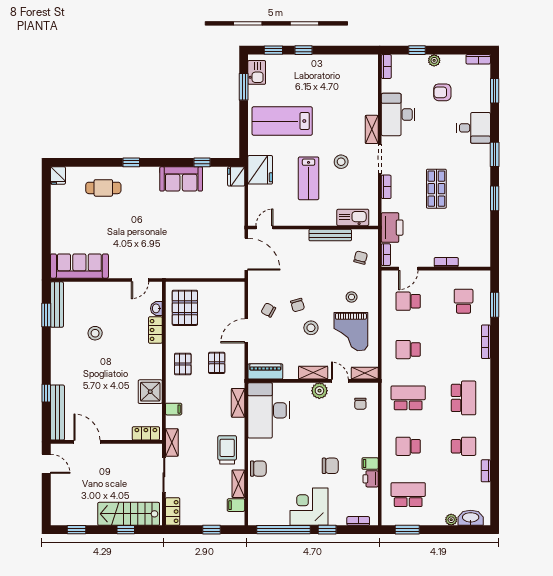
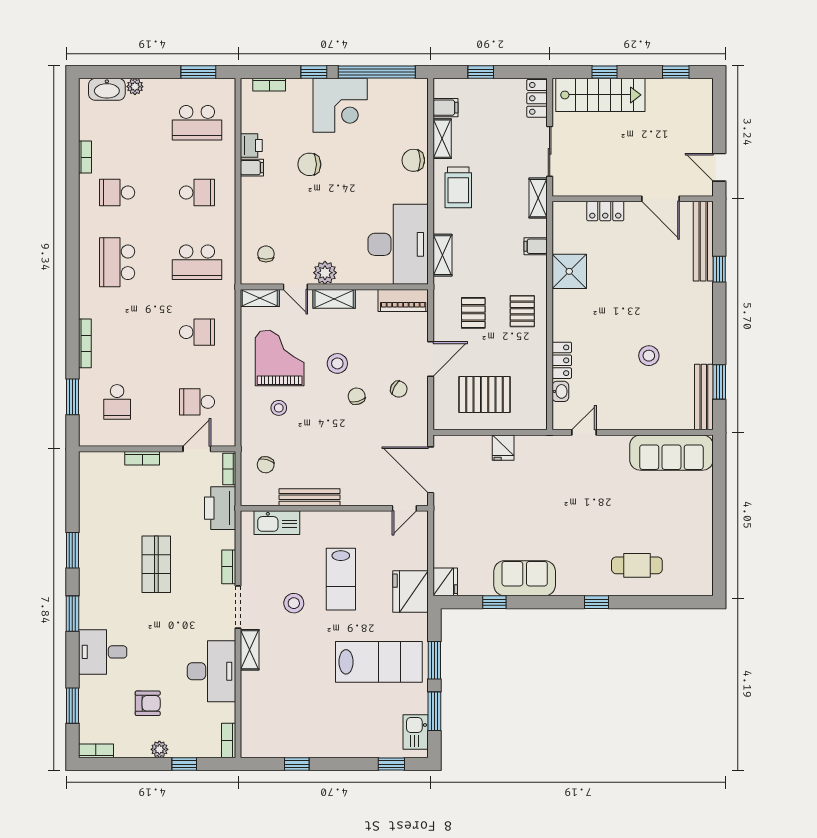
window: (304, 50) -> (297, 764), moved
window: (244, 122) -> (434, 660), added
fridge: (58, 175) -> (503, 448), moved, turned 180
lab bench: (309, 178) -> (341, 579), turned 180
school desk: (408, 301) -> (197, 402), turned 180
pallet: (185, 308) -> (485, 395), moved, turned 90
locker: (146, 433) -> (605, 211), moved

